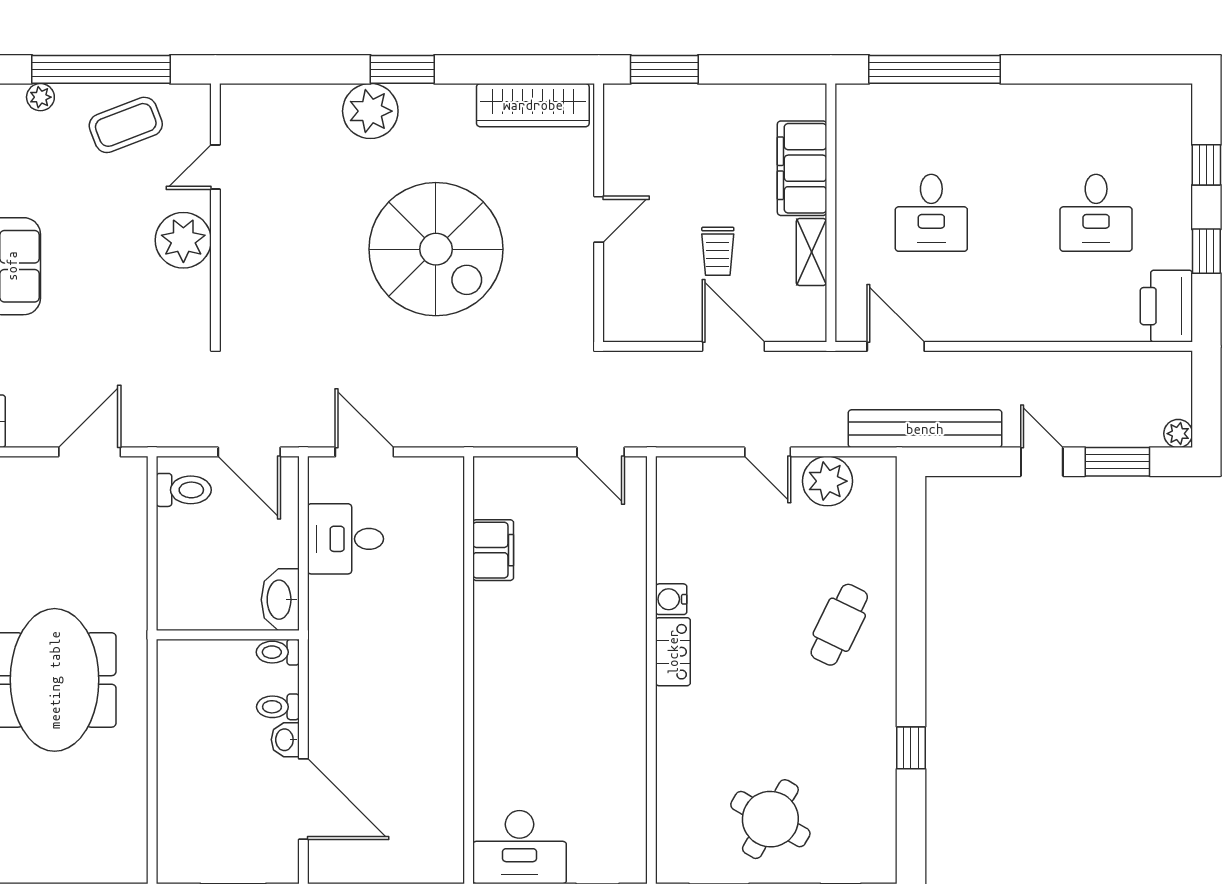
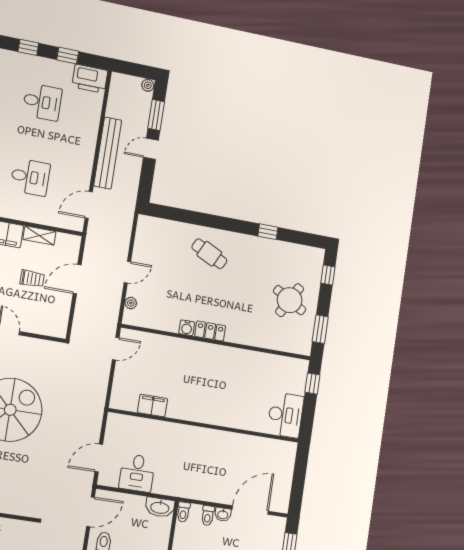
bench: (925, 429) -> (108, 153), moved
plant: (827, 481) -> (131, 303), moved, width x0.53, depth x0.53

